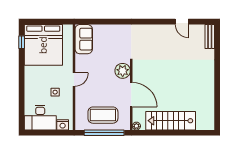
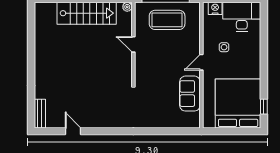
sofa: (84, 39) -> (190, 94), moved
plant: (123, 71) -> (144, 73), removed
door: (131, 95) -> (133, 44), width x0.53

